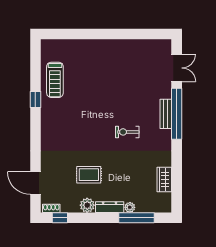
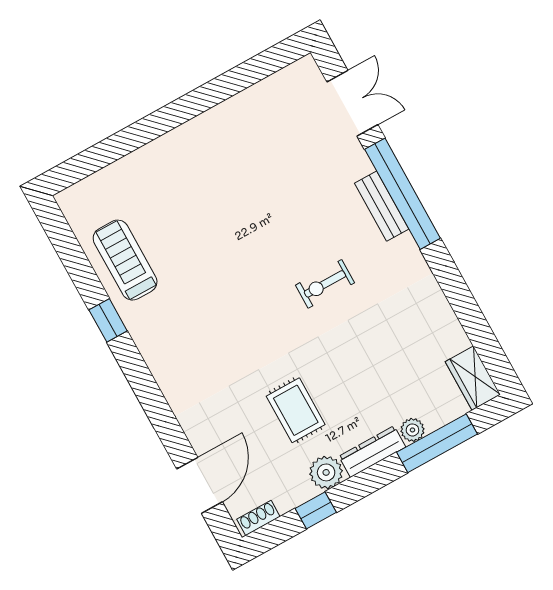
treadmill: (55, 80) -> (125, 260), turned 180
rug: (89, 175) -> (296, 410), turned 90
wardrobe: (164, 179) -> (473, 378), moved
door: (35, 183) -> (200, 485), swing flipped
window: (60, 218) -> (316, 510), moved

